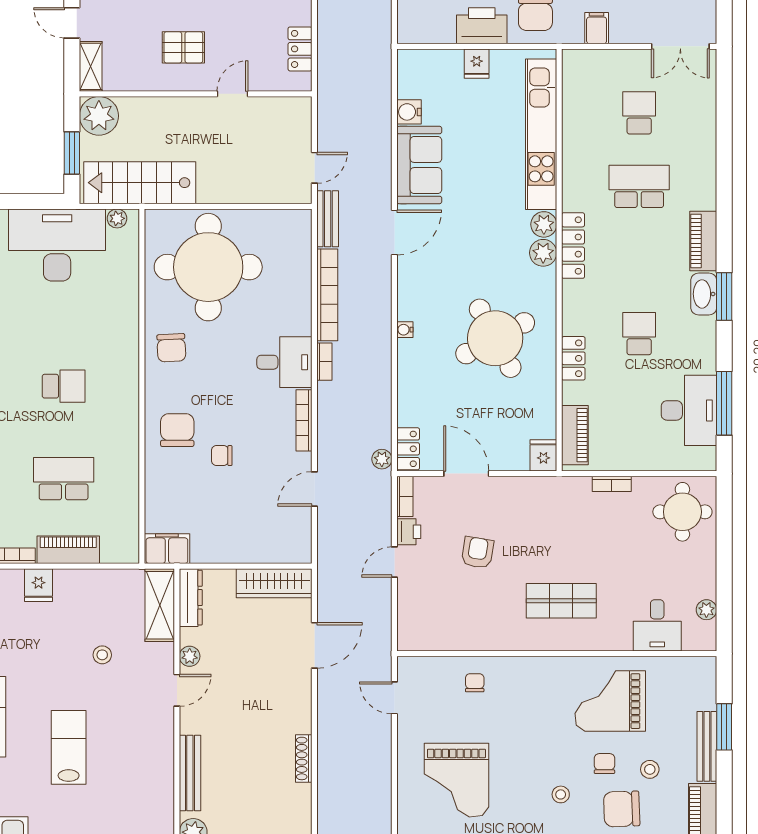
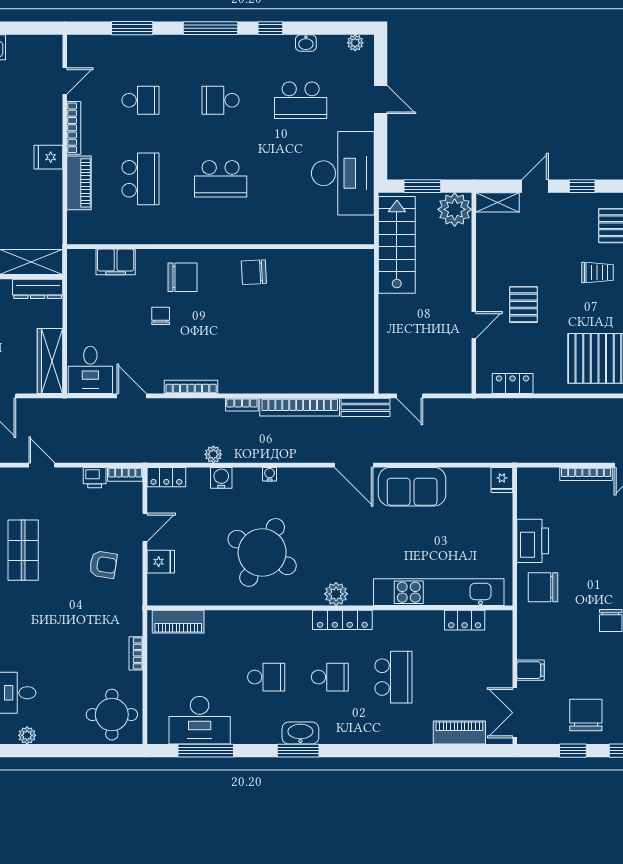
filing cabinet: (597, 28) -> (531, 670), moved
pallet: (183, 47) -> (524, 304), moved
fridge: (477, 64) -> (502, 480), moved, turned -90
door: (232, 94) -> (474, 325), hinge flipped
water cooler: (409, 112) -> (221, 478), moved
school desk: (639, 113) -> (330, 677), moved
plant: (117, 218) -> (366, 225), removed
plant: (544, 224) -> (361, 595), removed
piano: (703, 241) -> (459, 733), moved
round table: (208, 267) -> (324, 304), removed
round table: (495, 338) -> (262, 552), turned -34
locker: (573, 358) -> (465, 620), moved
desk: (284, 362) -> (90, 370), moved
school desk: (64, 386) -> (221, 179), width x1.85
fridge: (543, 455) -> (161, 562), moved
plant: (382, 459) -> (213, 454), moved
door: (466, 474) -> (145, 527), width x0.73
filing cabinet: (167, 549) -> (116, 262), moved, turned 90
armchair: (477, 553) -> (103, 564), moved
door: (394, 562) -> (42, 465), moved
shop shelf: (561, 601) -> (23, 550), moved

